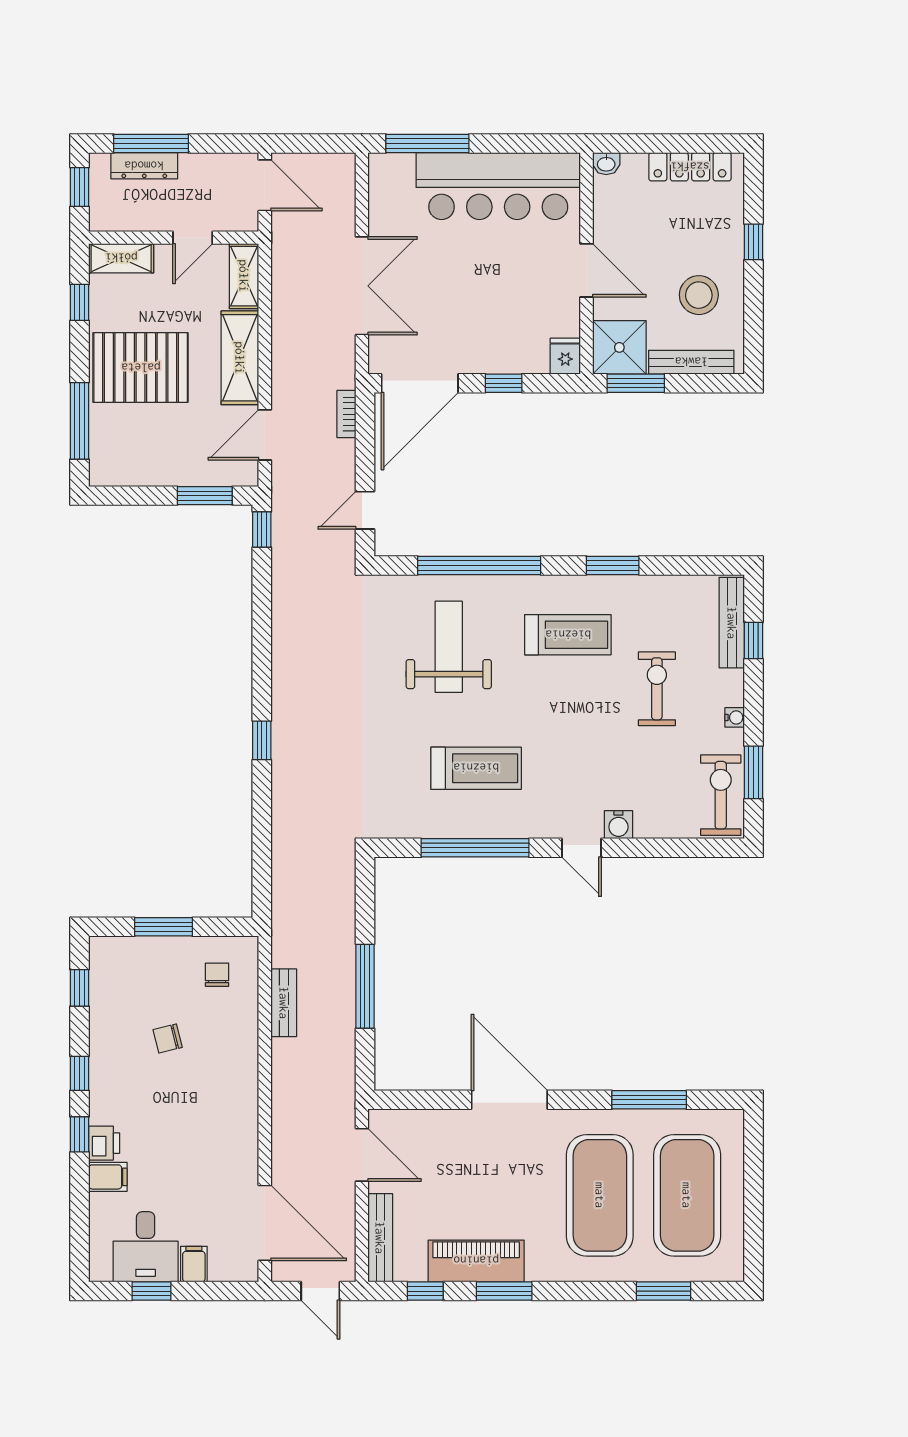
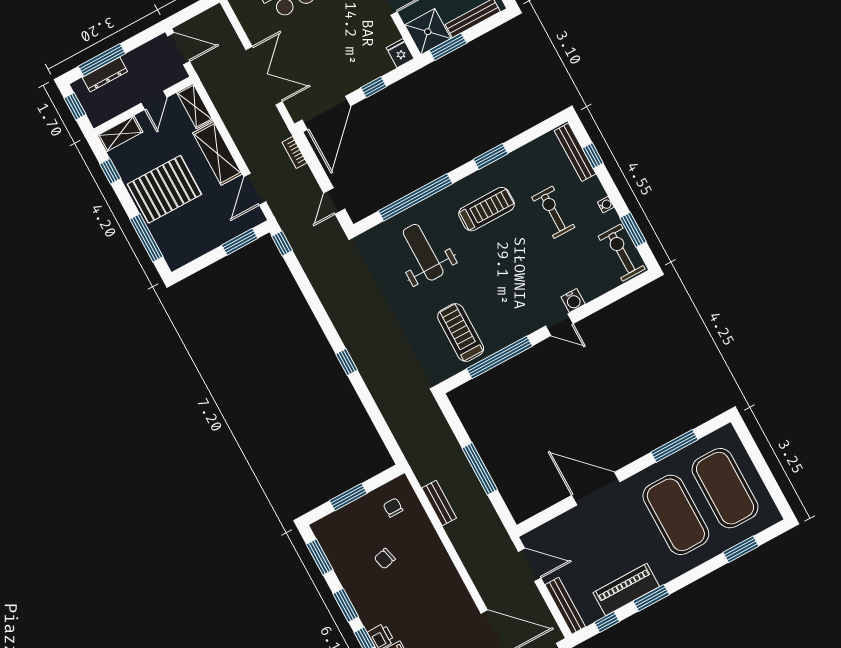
treadmill: (476, 768) -> (461, 333), moved, turned -90
window: (80, 988) -> (320, 557), width x1.50
window: (80, 1073) -> (346, 605), width x1.50

